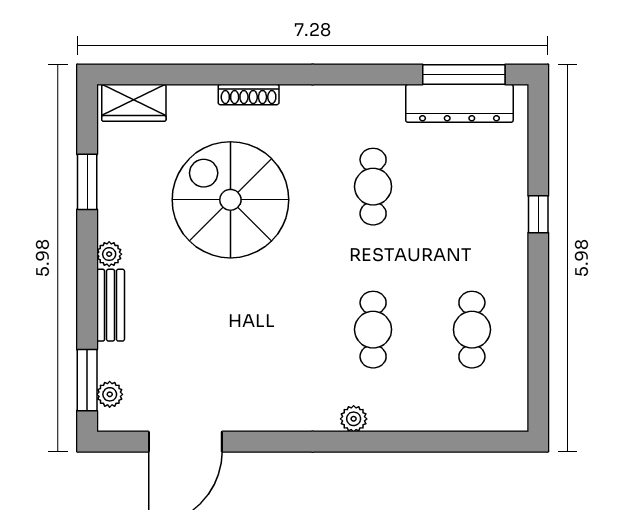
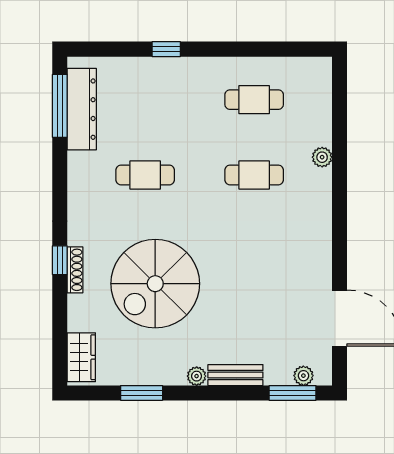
window: (261, 75) -> (60, 260), added
plant: (354, 419) -> (322, 157), moved

